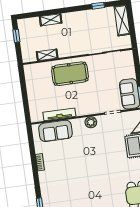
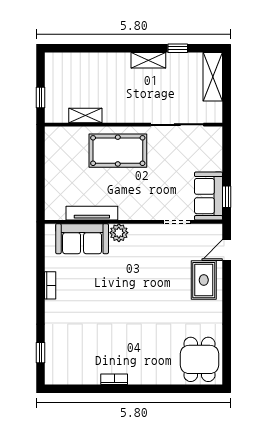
shelving: (51, 20) -> (148, 60), moved
window: (16, 36) -> (41, 97), moved
plant: (91, 122) -> (119, 233), moved

